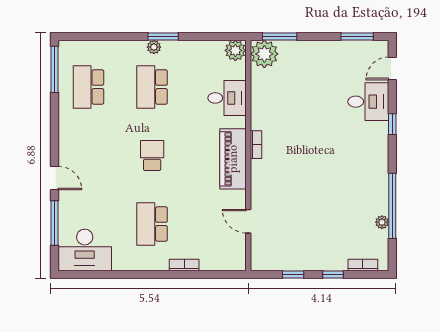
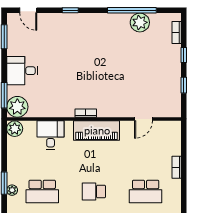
desk: (368, 102) -> (22, 71), moved, turned -90
plant: (382, 222) -> (140, 22), width x1.87, depth x1.87

